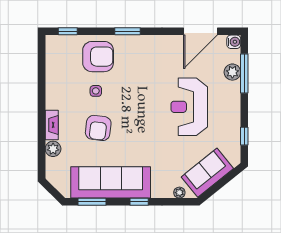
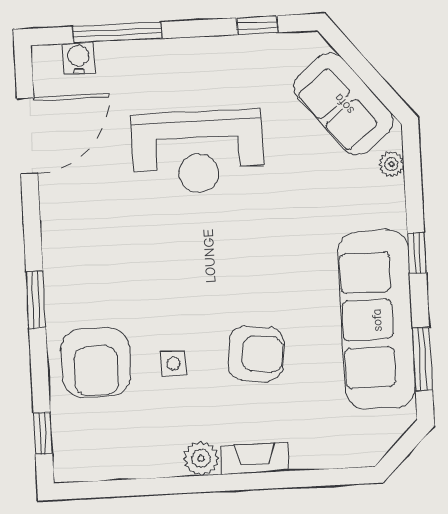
door: (200, 31) -> (27, 136), hinge flipped
water cooler: (234, 42) -> (78, 58), moved
armchair: (98, 57) -> (96, 363), turned 180
plant: (232, 72) -> (115, 59), removed
plant: (53, 149) -> (201, 458), moved

